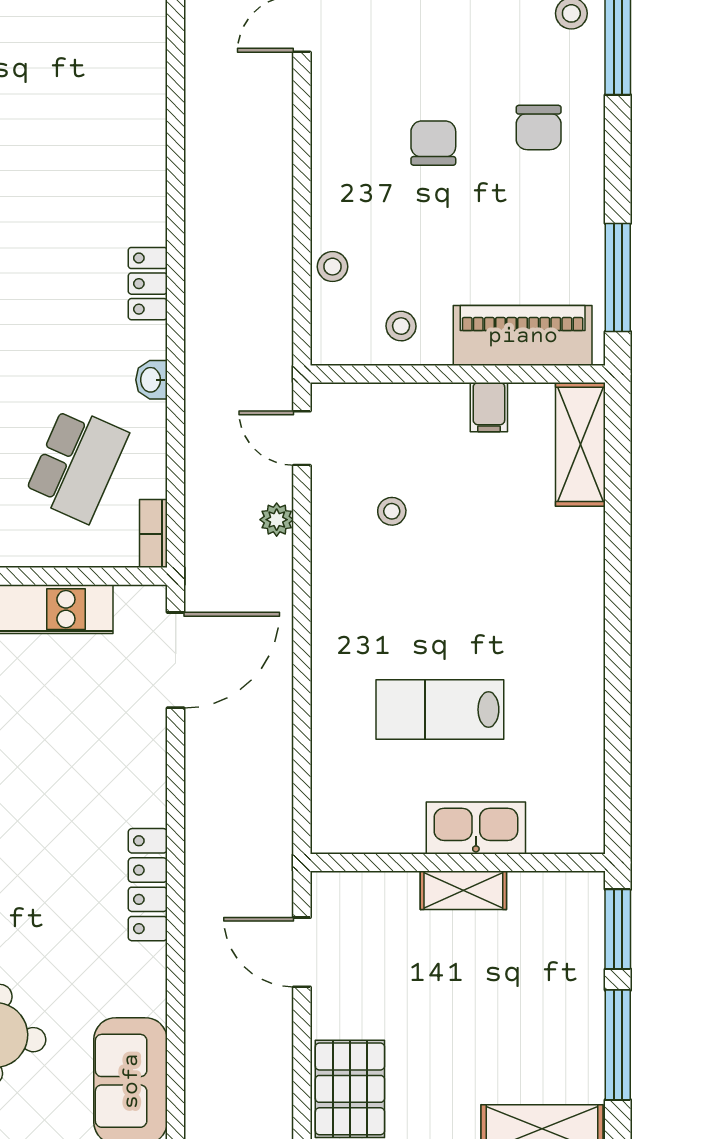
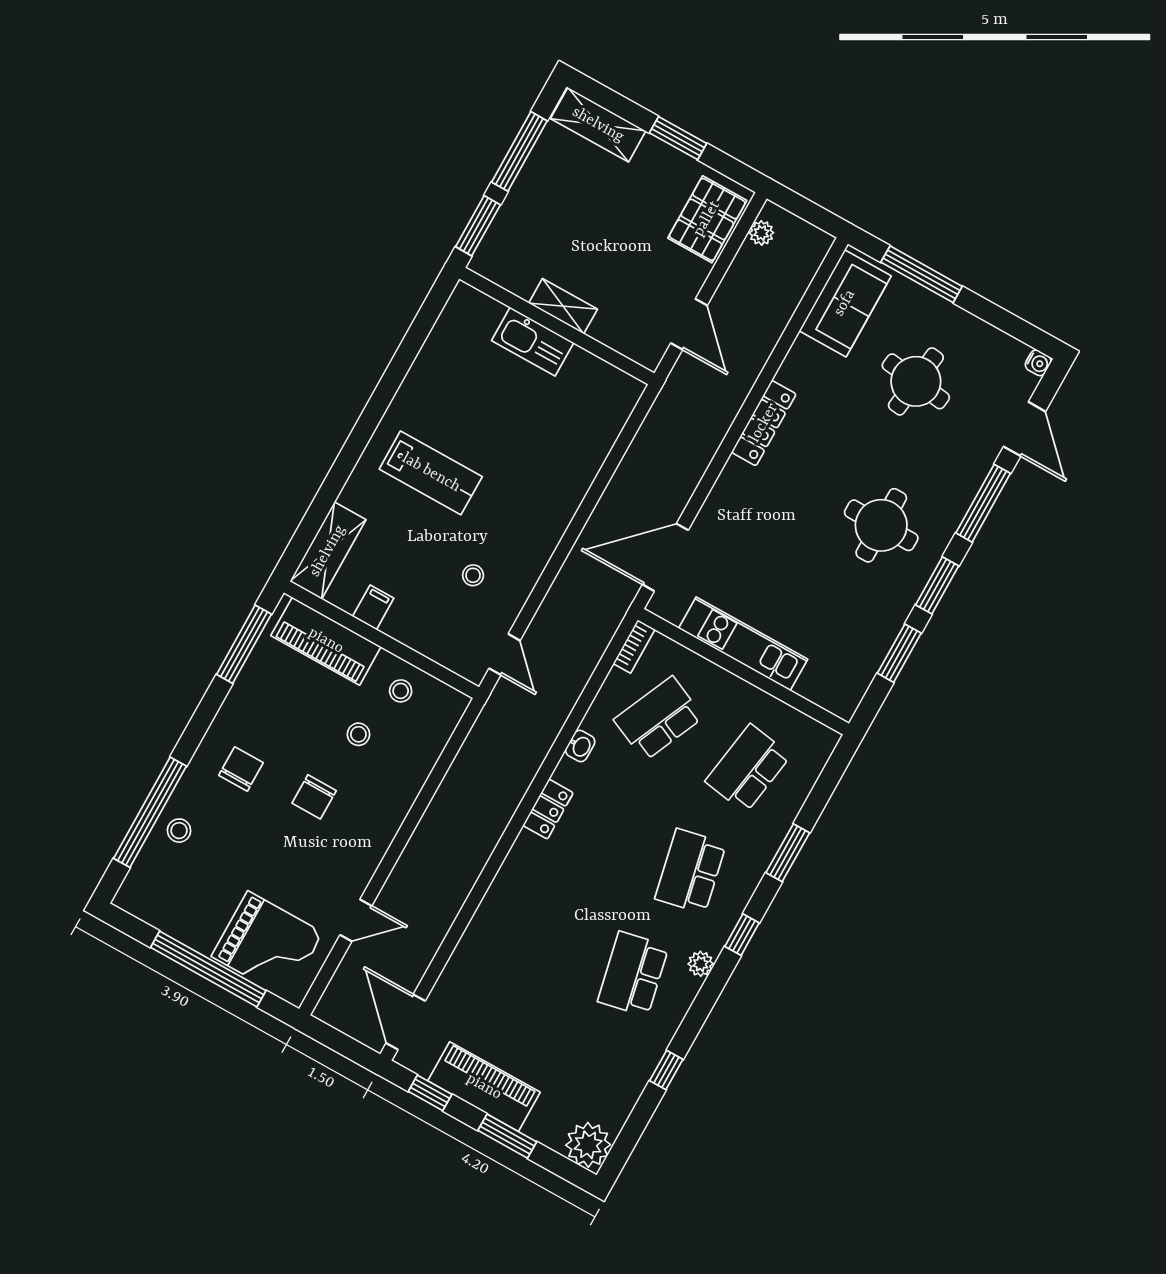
stool: (332, 267) -> (358, 734), moved
plant: (277, 520) -> (761, 233), moved
lab bench: (440, 710) -> (431, 473), moved

